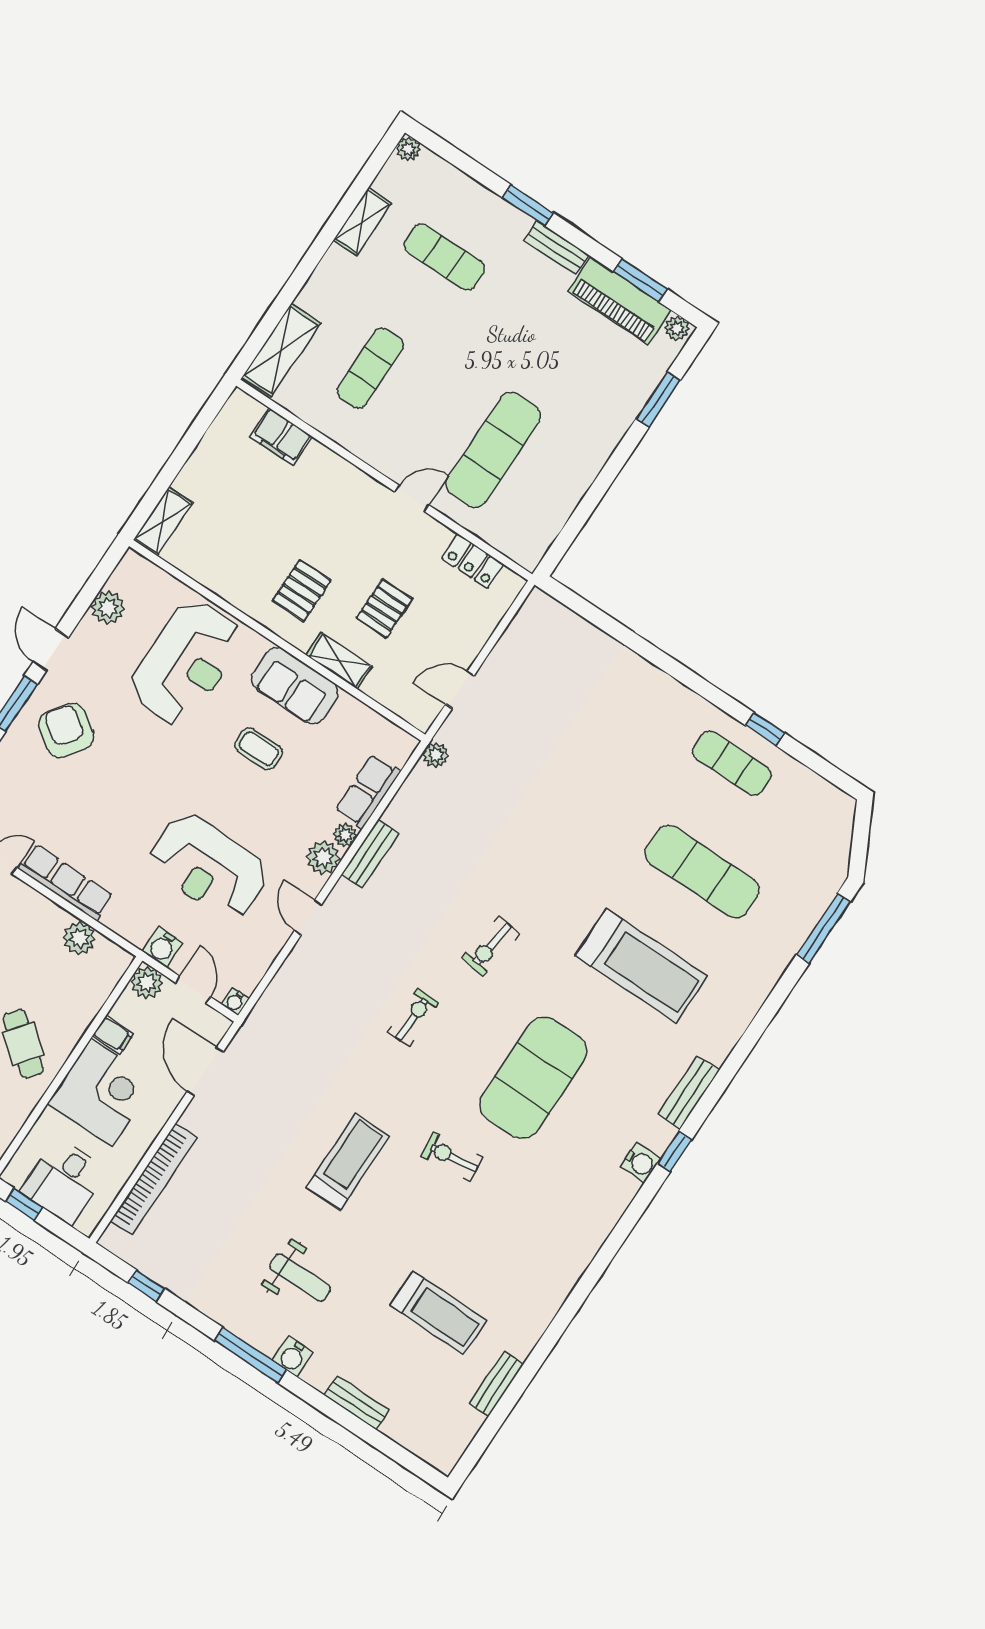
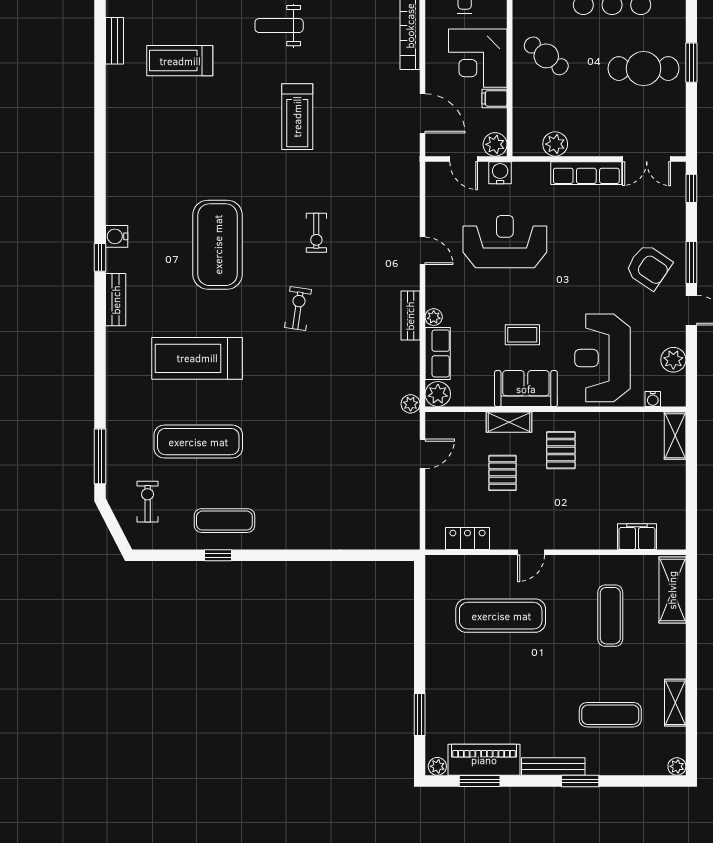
bench: (556, 248) -> (553, 767), width x1.36
exercise mat: (493, 450) -> (501, 616), turned 90
plant: (323, 858) -> (438, 394), moved
water cooler: (235, 1001) -> (653, 399), moved, turned 180
exercise bike: (452, 1157) -> (148, 502), moved, turned -83

